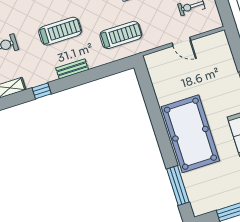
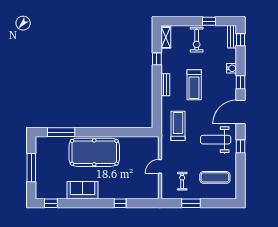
treadmill: (121, 35) -> (178, 126), turned 180

